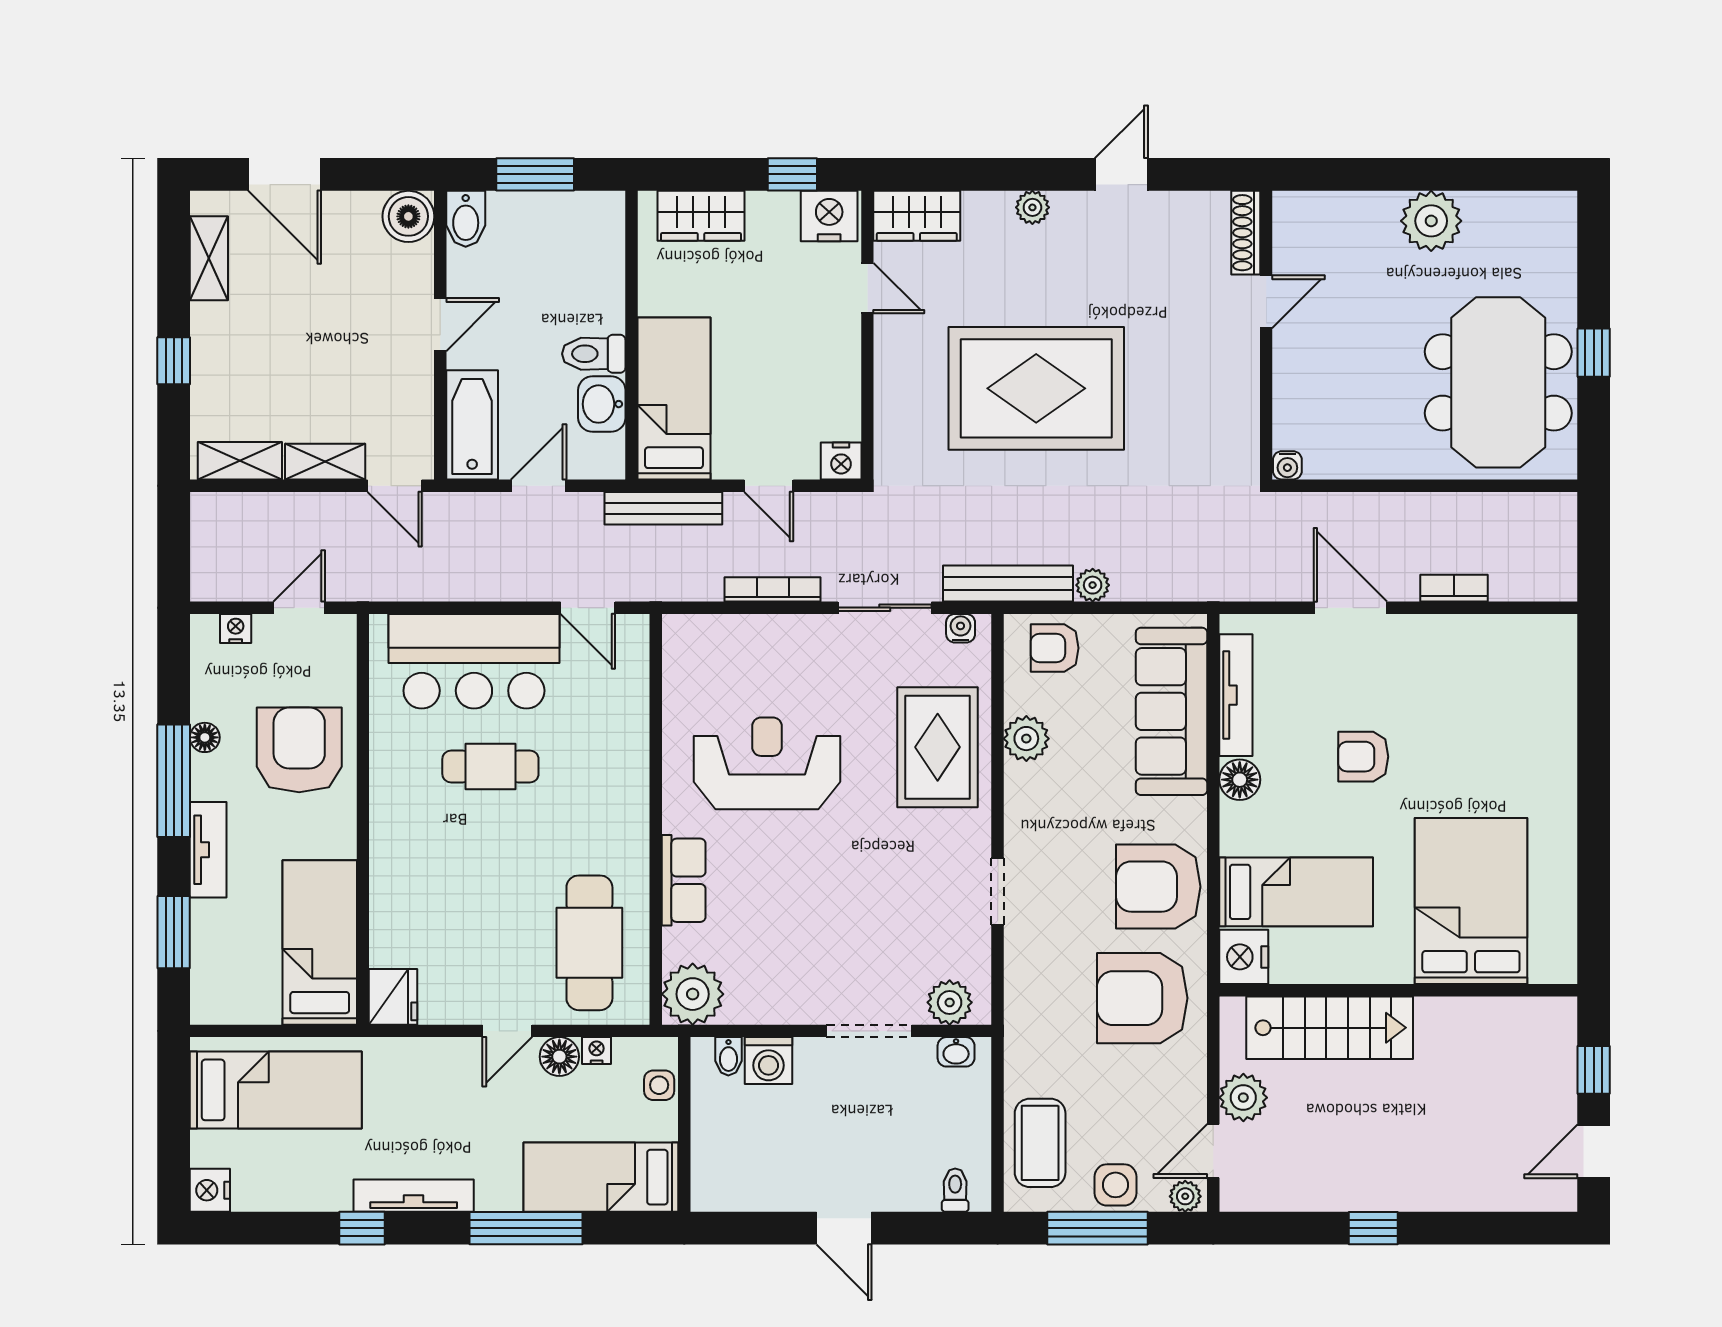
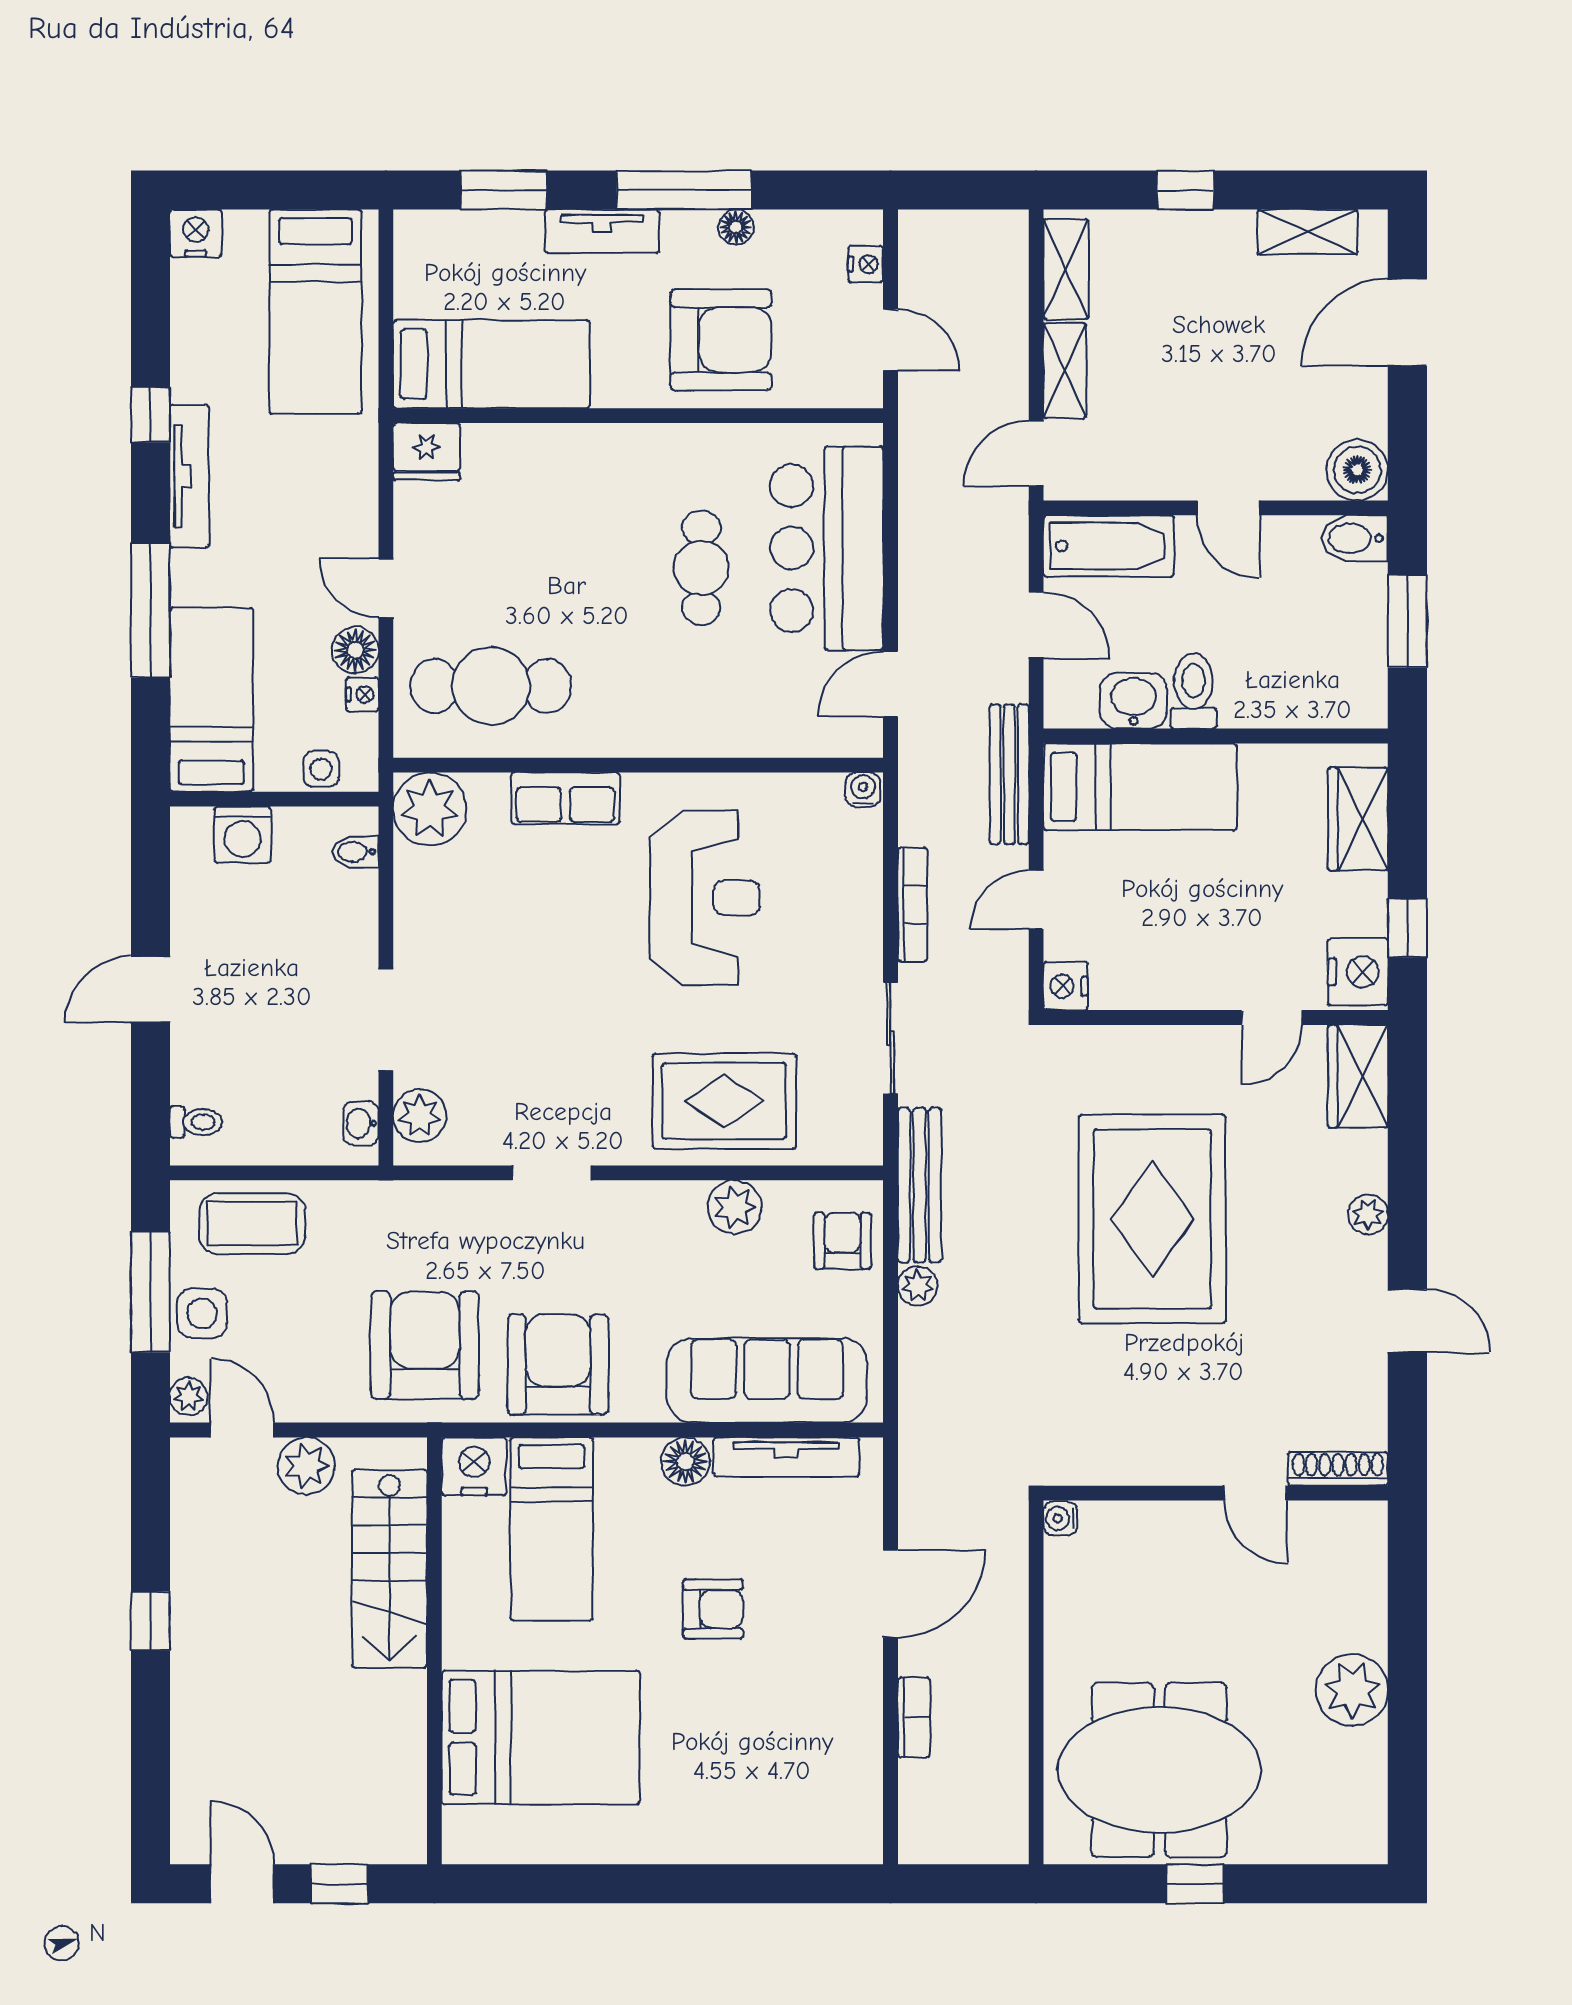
water cooler: (961, 628) -> (863, 790), moved, turned -90
armchair: (1363, 757) -> (713, 1609), turned 90
washing machine: (769, 1061) -> (243, 835), moved, turned -90

